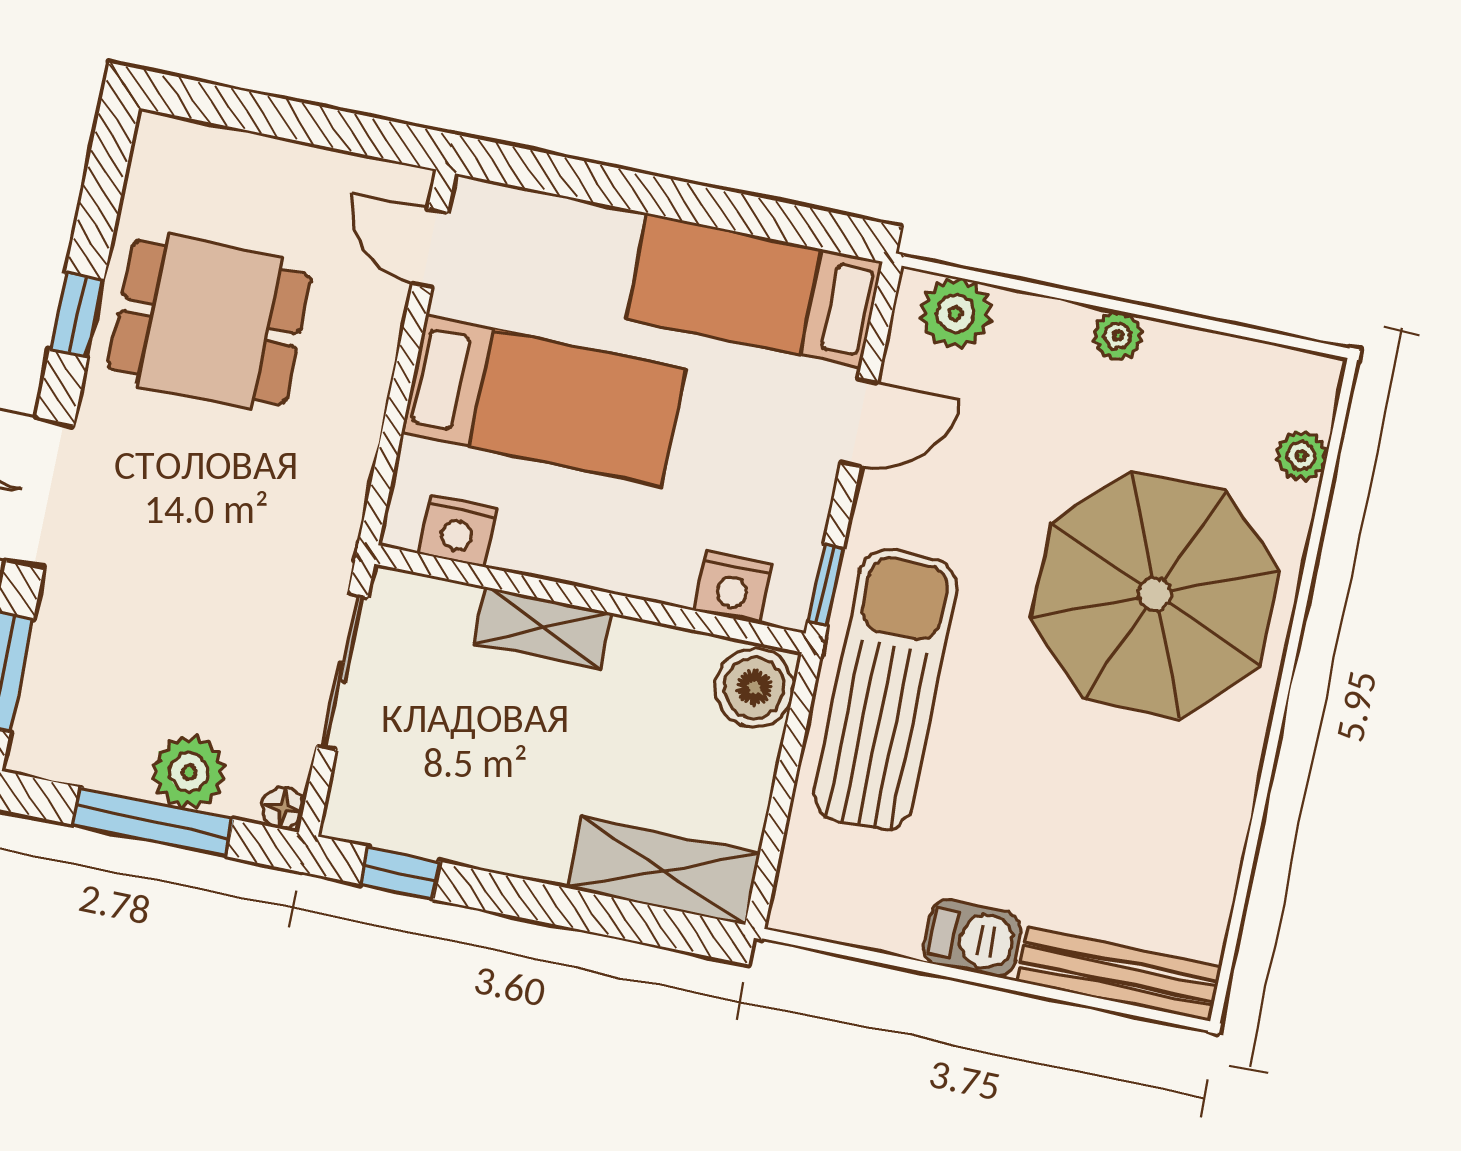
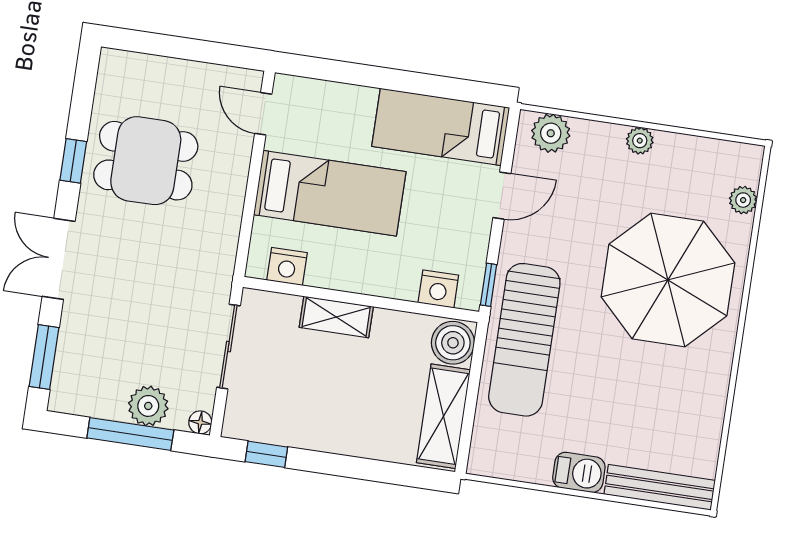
sun lounger: (886, 689) -> (524, 340), turned 180
shelving: (663, 871) -> (443, 416), moved, turned 90

